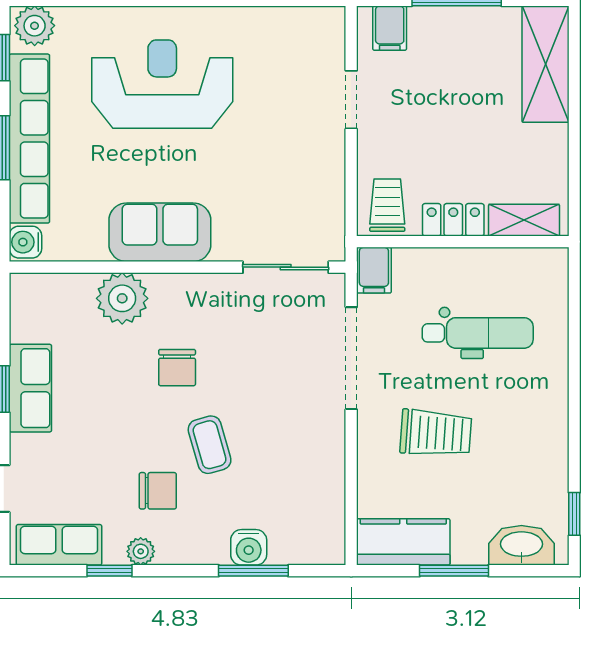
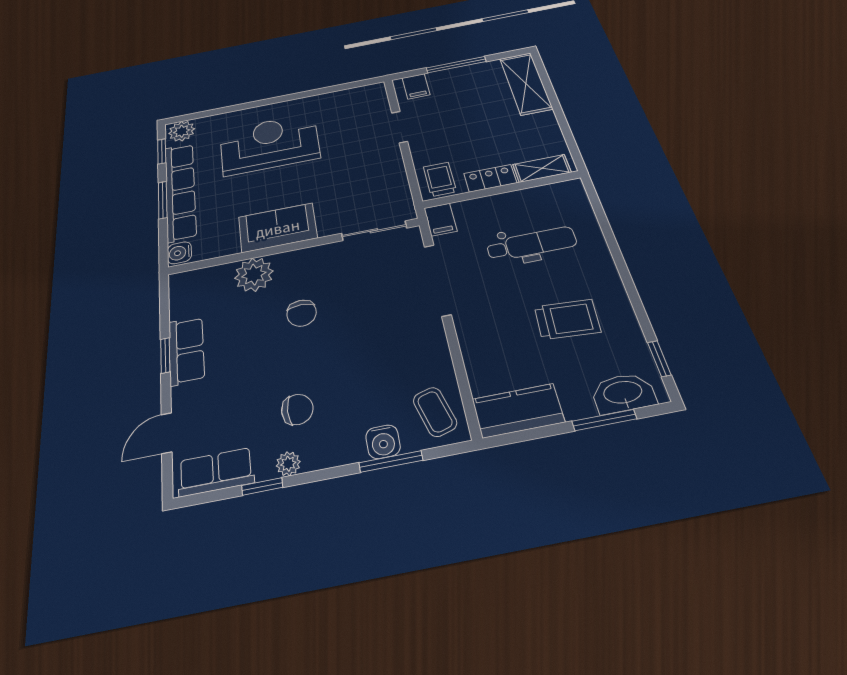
trolley: (436, 433) -> (567, 319), moved
coffee table: (210, 445) -> (435, 412), moved
window: (454, 571) -> (604, 420), moved

